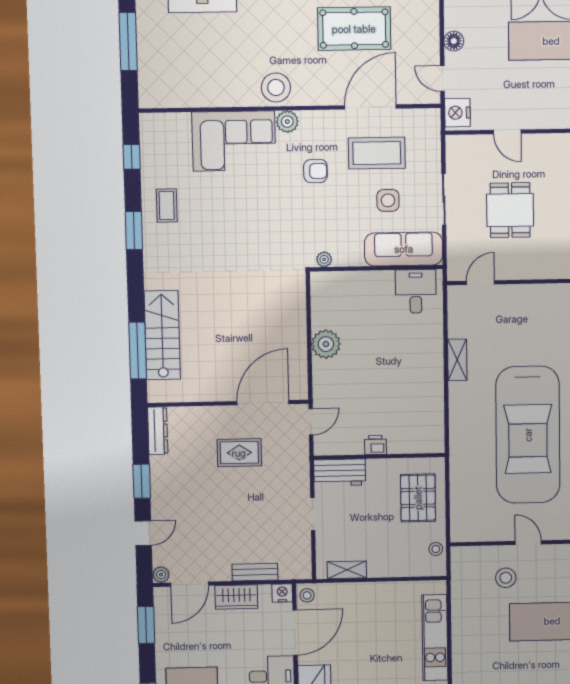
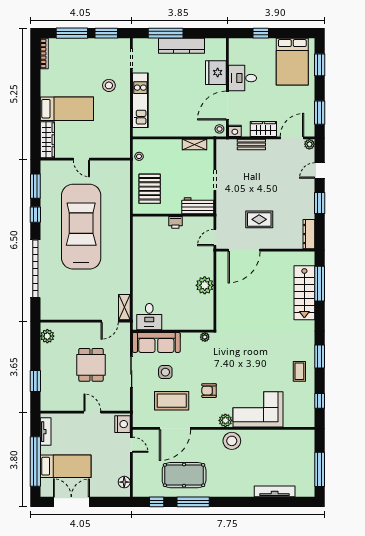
floor lamp: (454, 41) -> (124, 482), moved
shelving: (457, 360) -> (124, 307), moved
stool: (506, 578) -> (109, 85), moved

